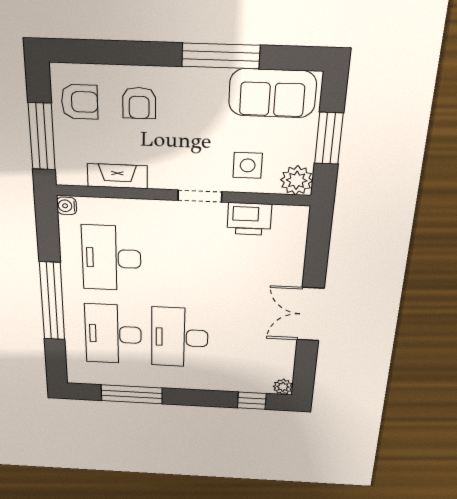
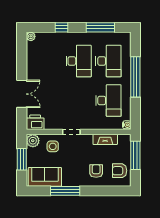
printer: (249, 219) -> (35, 122), moved
double door: (310, 314) -> (22, 94), moved
window: (252, 401) -> (62, 27), moved

